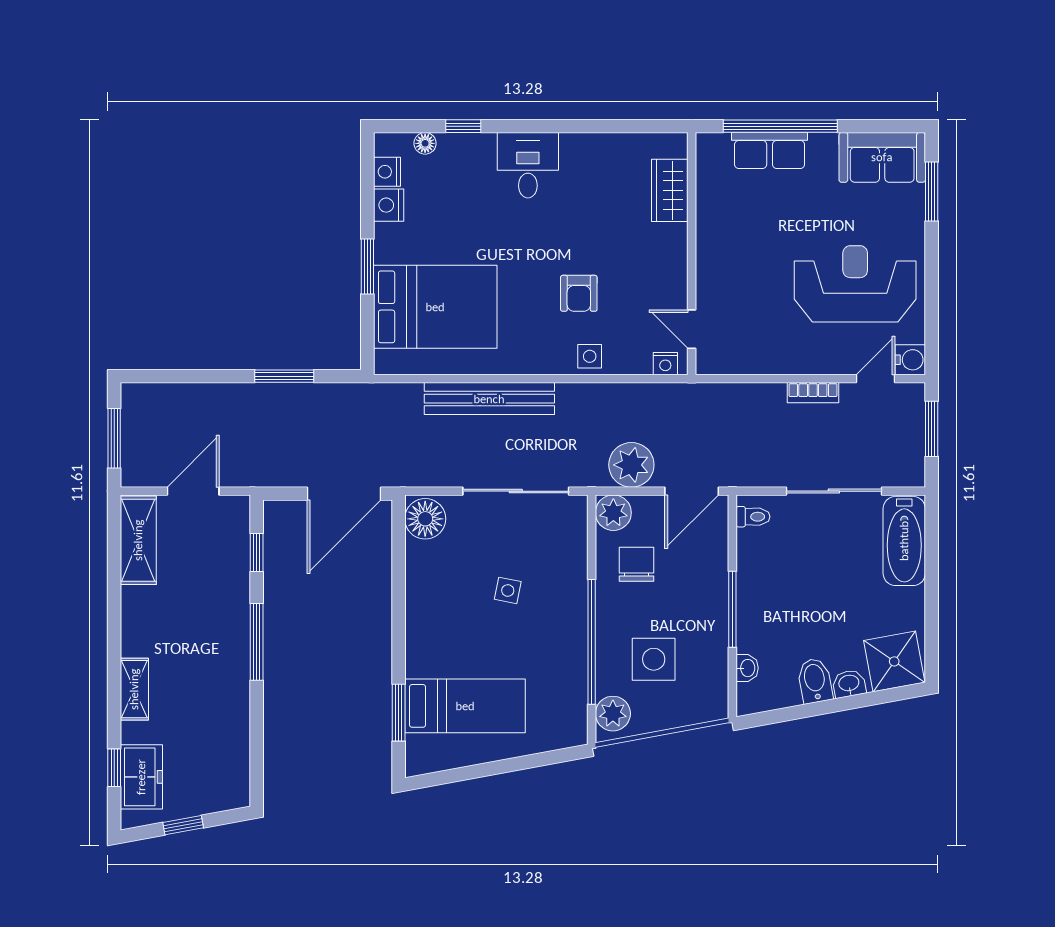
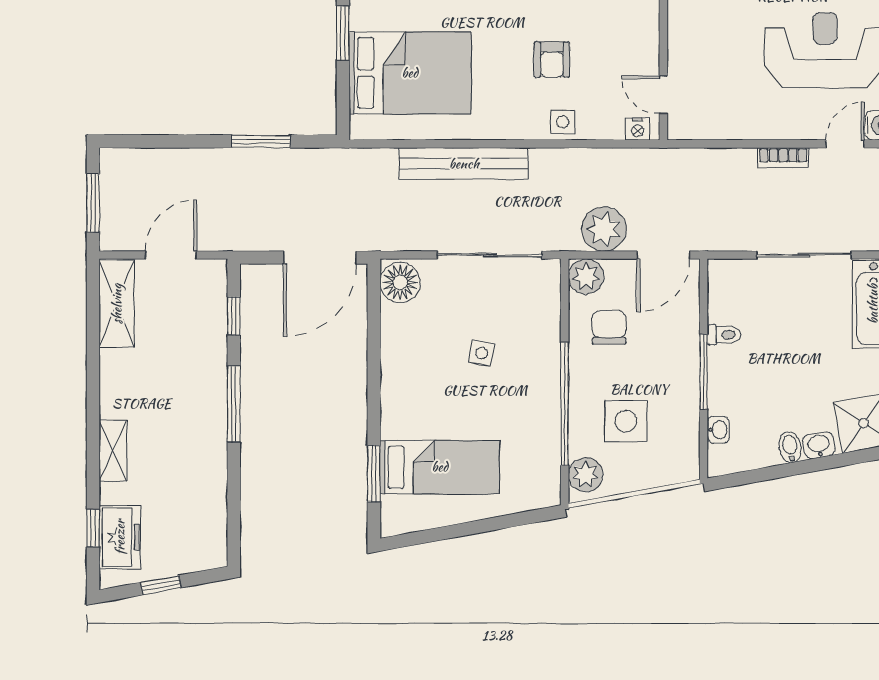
toilet: (753, 517) -> (724, 335), moved
bidet: (815, 681) -> (790, 447), width x0.72, depth x0.74

